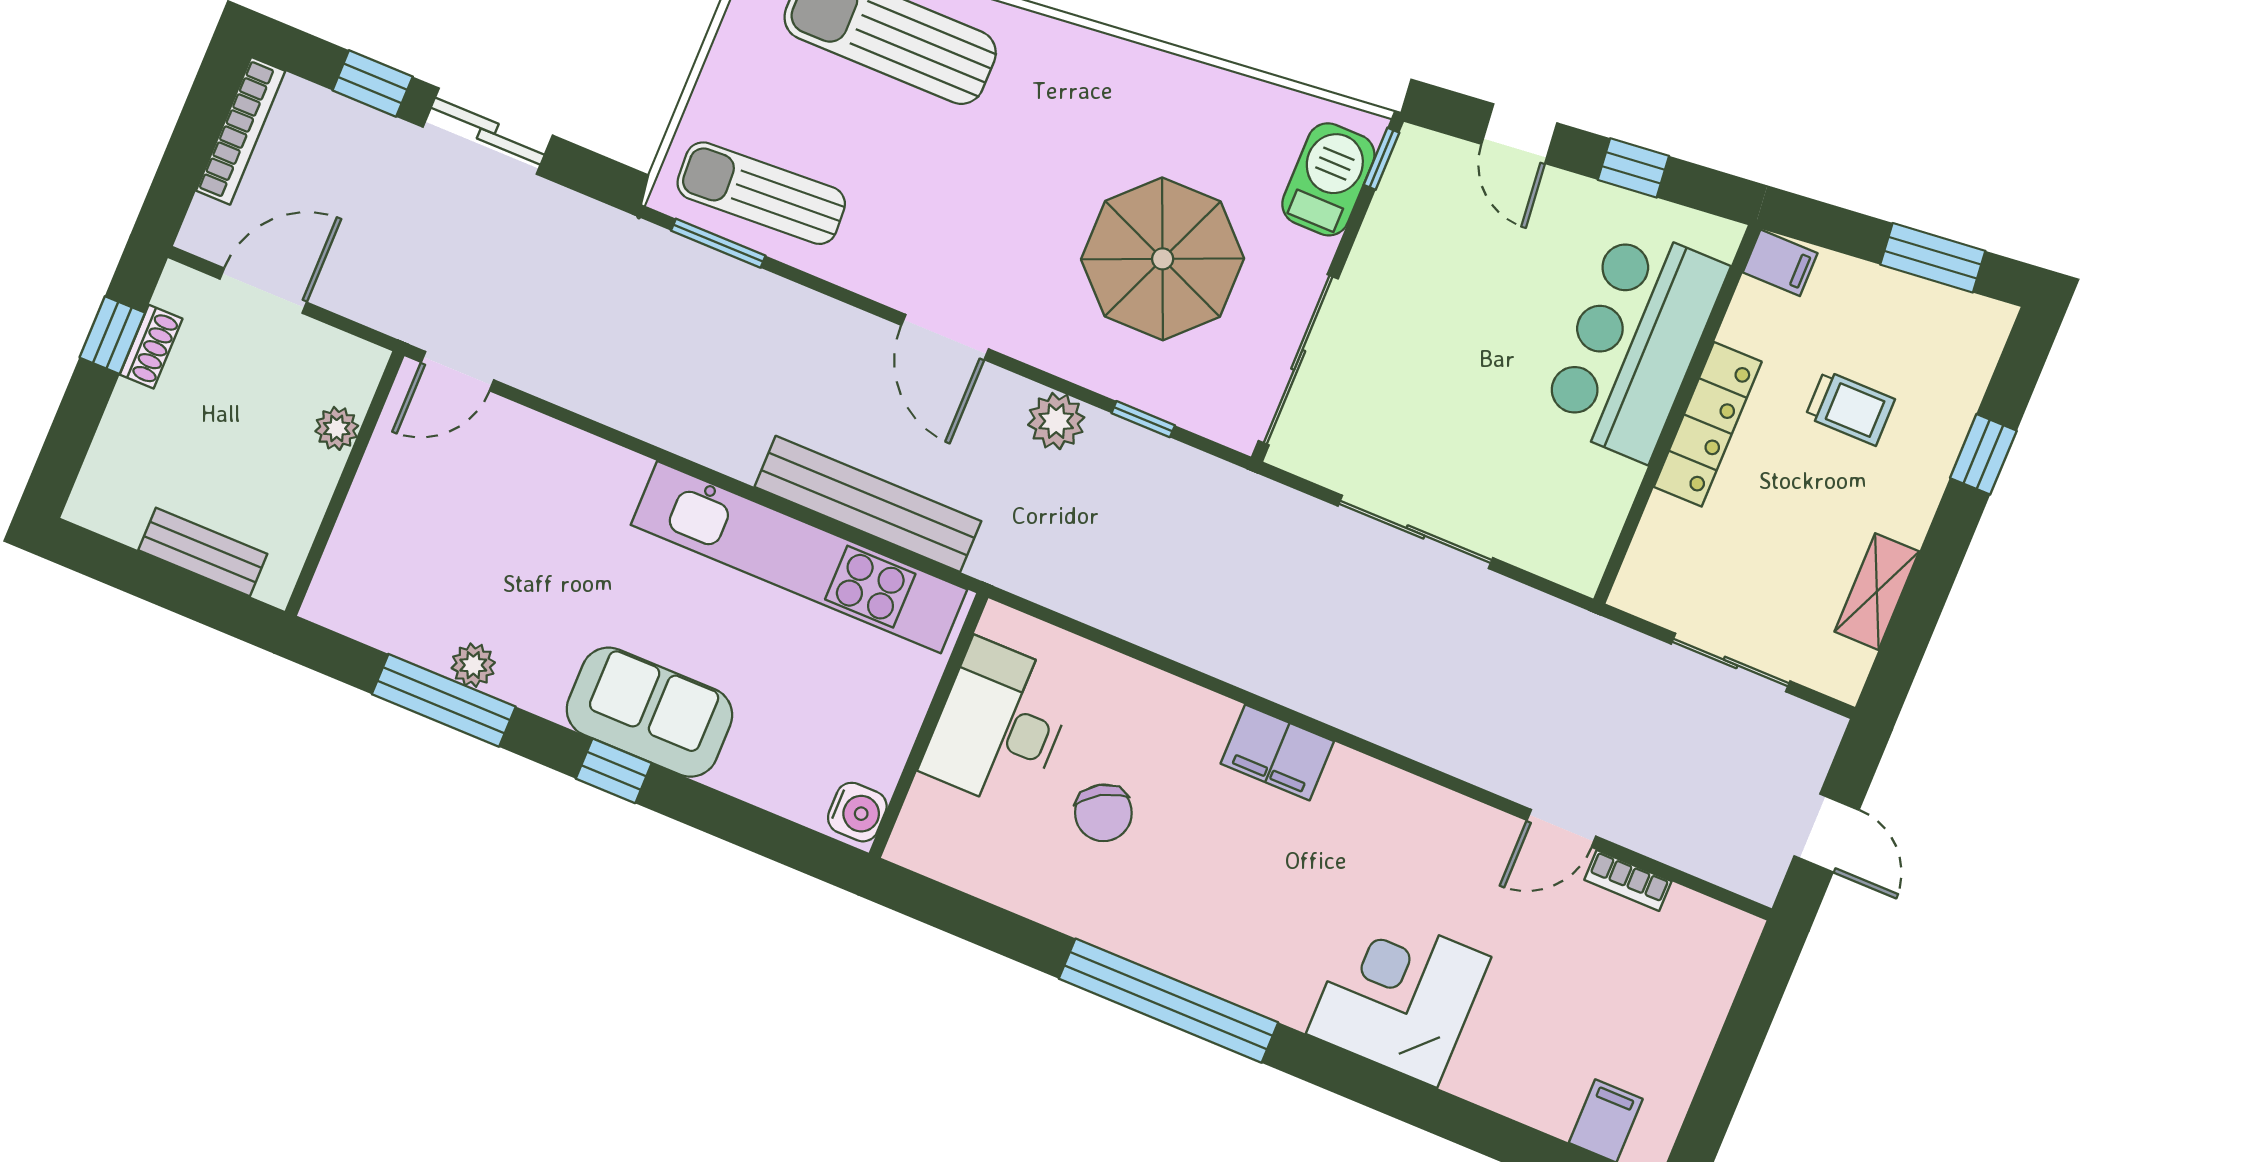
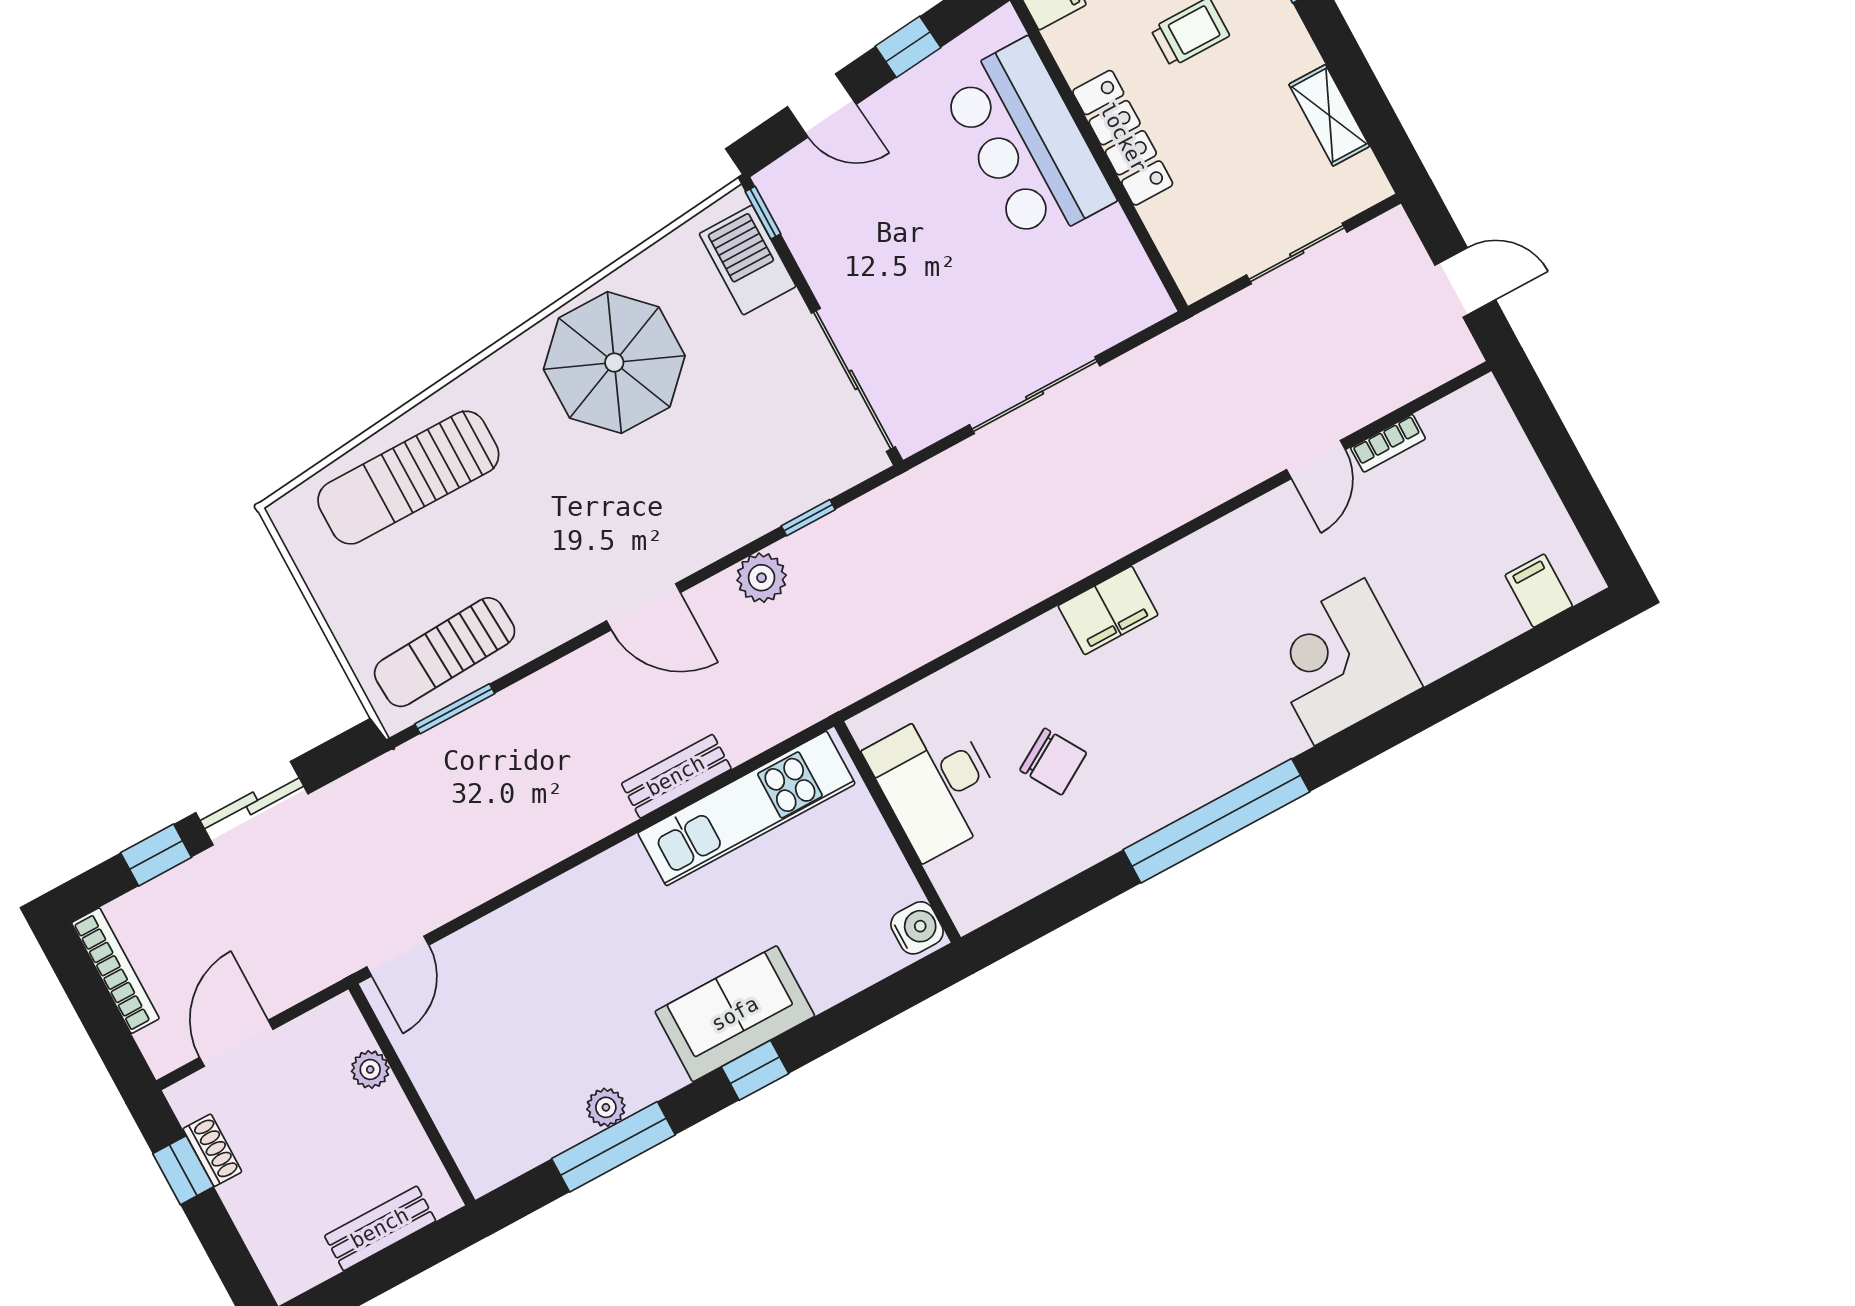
parasol: (1163, 259) -> (614, 362), moved
bench: (868, 504) -> (676, 776), width x0.54, depth x0.82
kitchen unit: (799, 557) -> (746, 808), width x0.73

